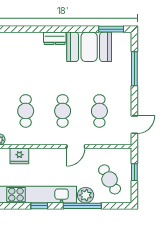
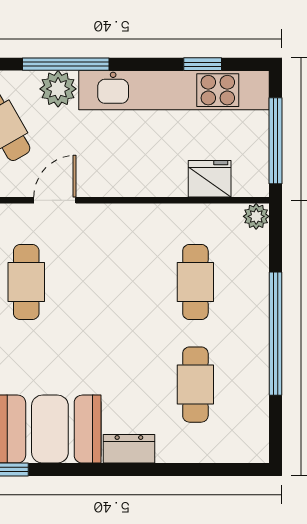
cafe table: (63, 111) -> (195, 385), moved
door: (76, 147) -> (55, 200), moved
window: (39, 206) -> (203, 64), moved

